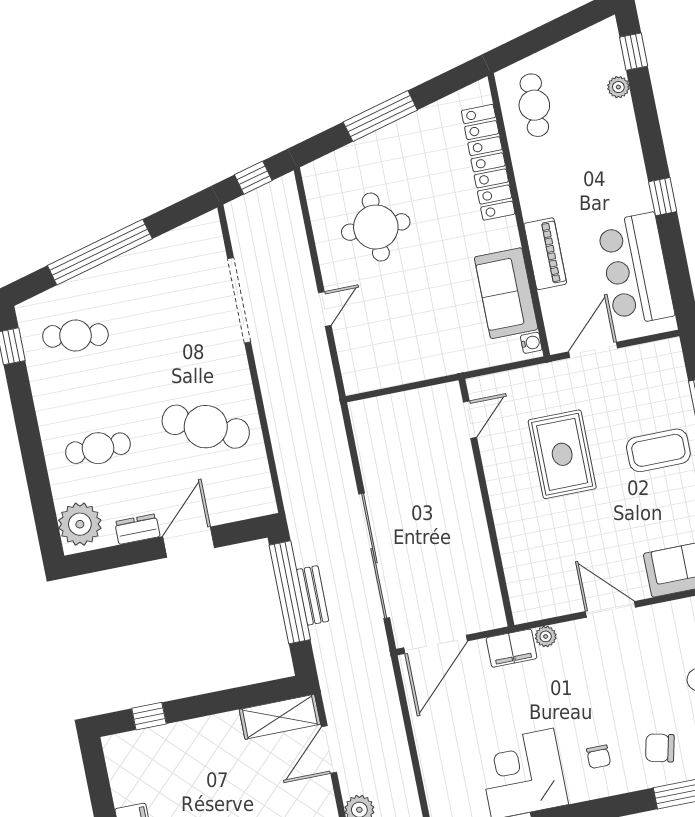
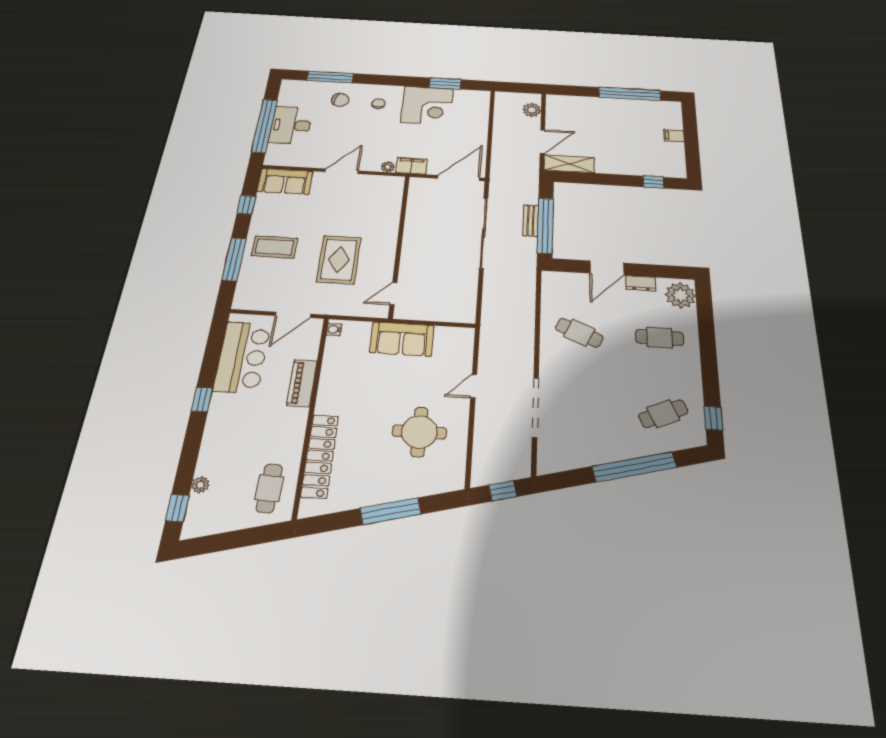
sofa: (506, 293) -> (402, 339), moved, turned 90
cafe table: (75, 336) -> (663, 414), turned -33
cafe table: (206, 427) -> (579, 333), width x0.73, depth x0.74
door: (610, 609) -> (342, 171), swing flipped

